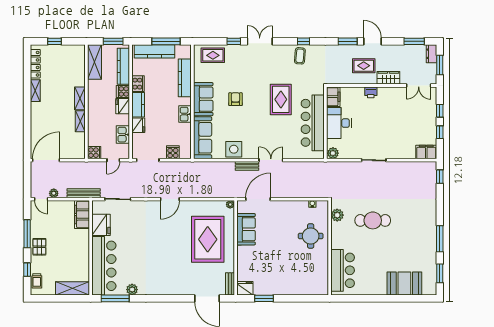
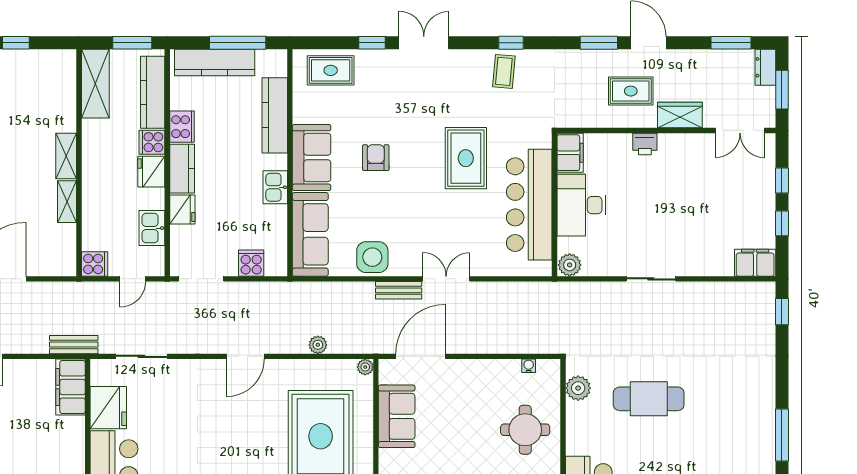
plant: (54, 193) -> (318, 345), moved
bench: (84, 193) -> (74, 345), width x0.73

